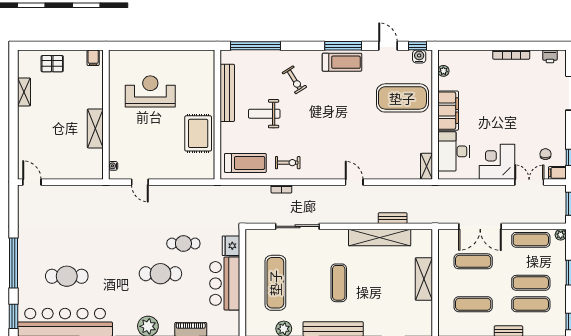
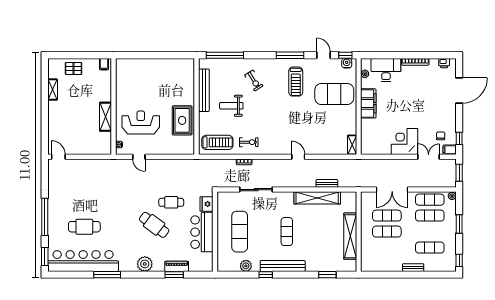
treadmill: (342, 62) -> (296, 82), moved, turned 90
reception desk: (150, 91) -> (141, 123), moved
desk: (453, 151) -> (386, 70), moved, turned 90
cafe table: (160, 274) -> (154, 225), turned 37
shelving: (424, 279) -> (350, 236), width x1.47
exercise mat: (531, 283) -> (430, 216), moved
exercise mat: (473, 304) -> (387, 232), moved

